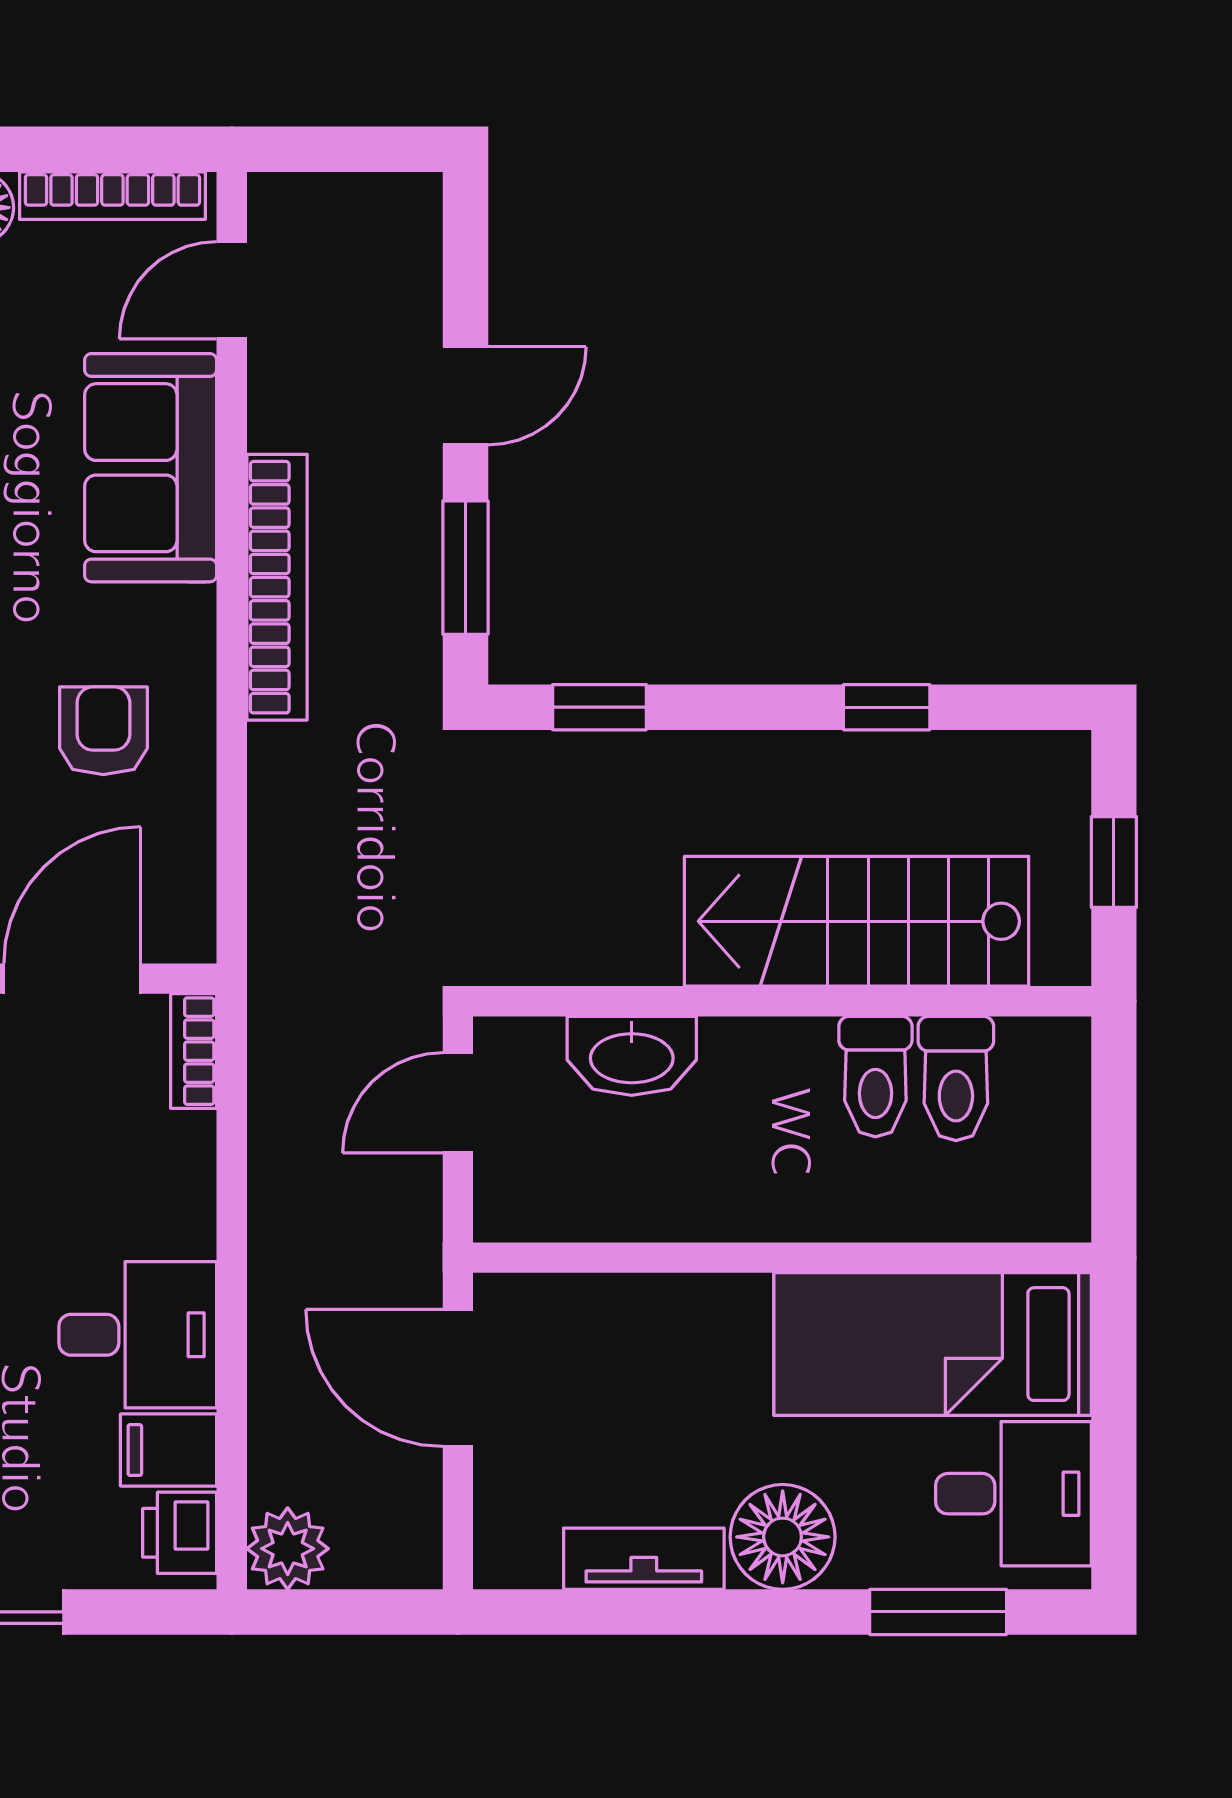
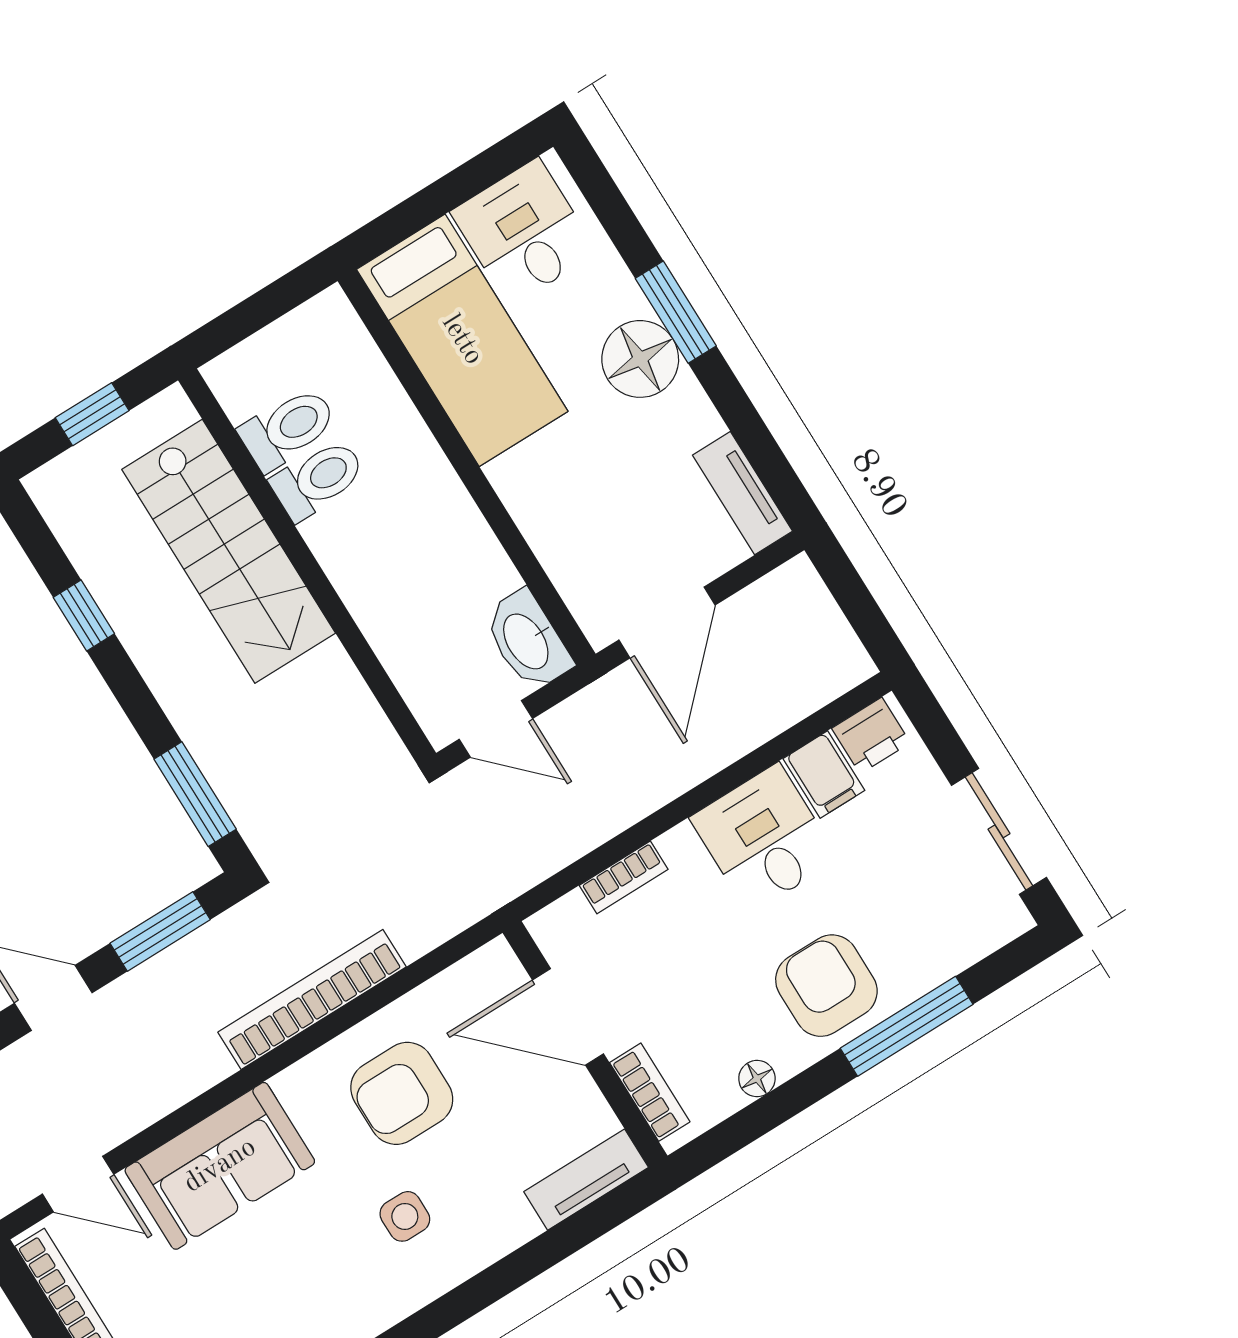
bookcase: (277, 587) -> (312, 1000), moved
window: (599, 707) -> (195, 794), width x1.50
armchair: (103, 731) -> (402, 1093), width x1.38, depth x1.38
bookcase: (194, 1051) -> (624, 877), moved
washbasin: (632, 1056) -> (527, 641), moved, turned 180
plant: (288, 1549) -> (839, 662), removed
tv unit: (644, 1559) -> (743, 493), moved
window: (938, 1612) -> (676, 312), moved

